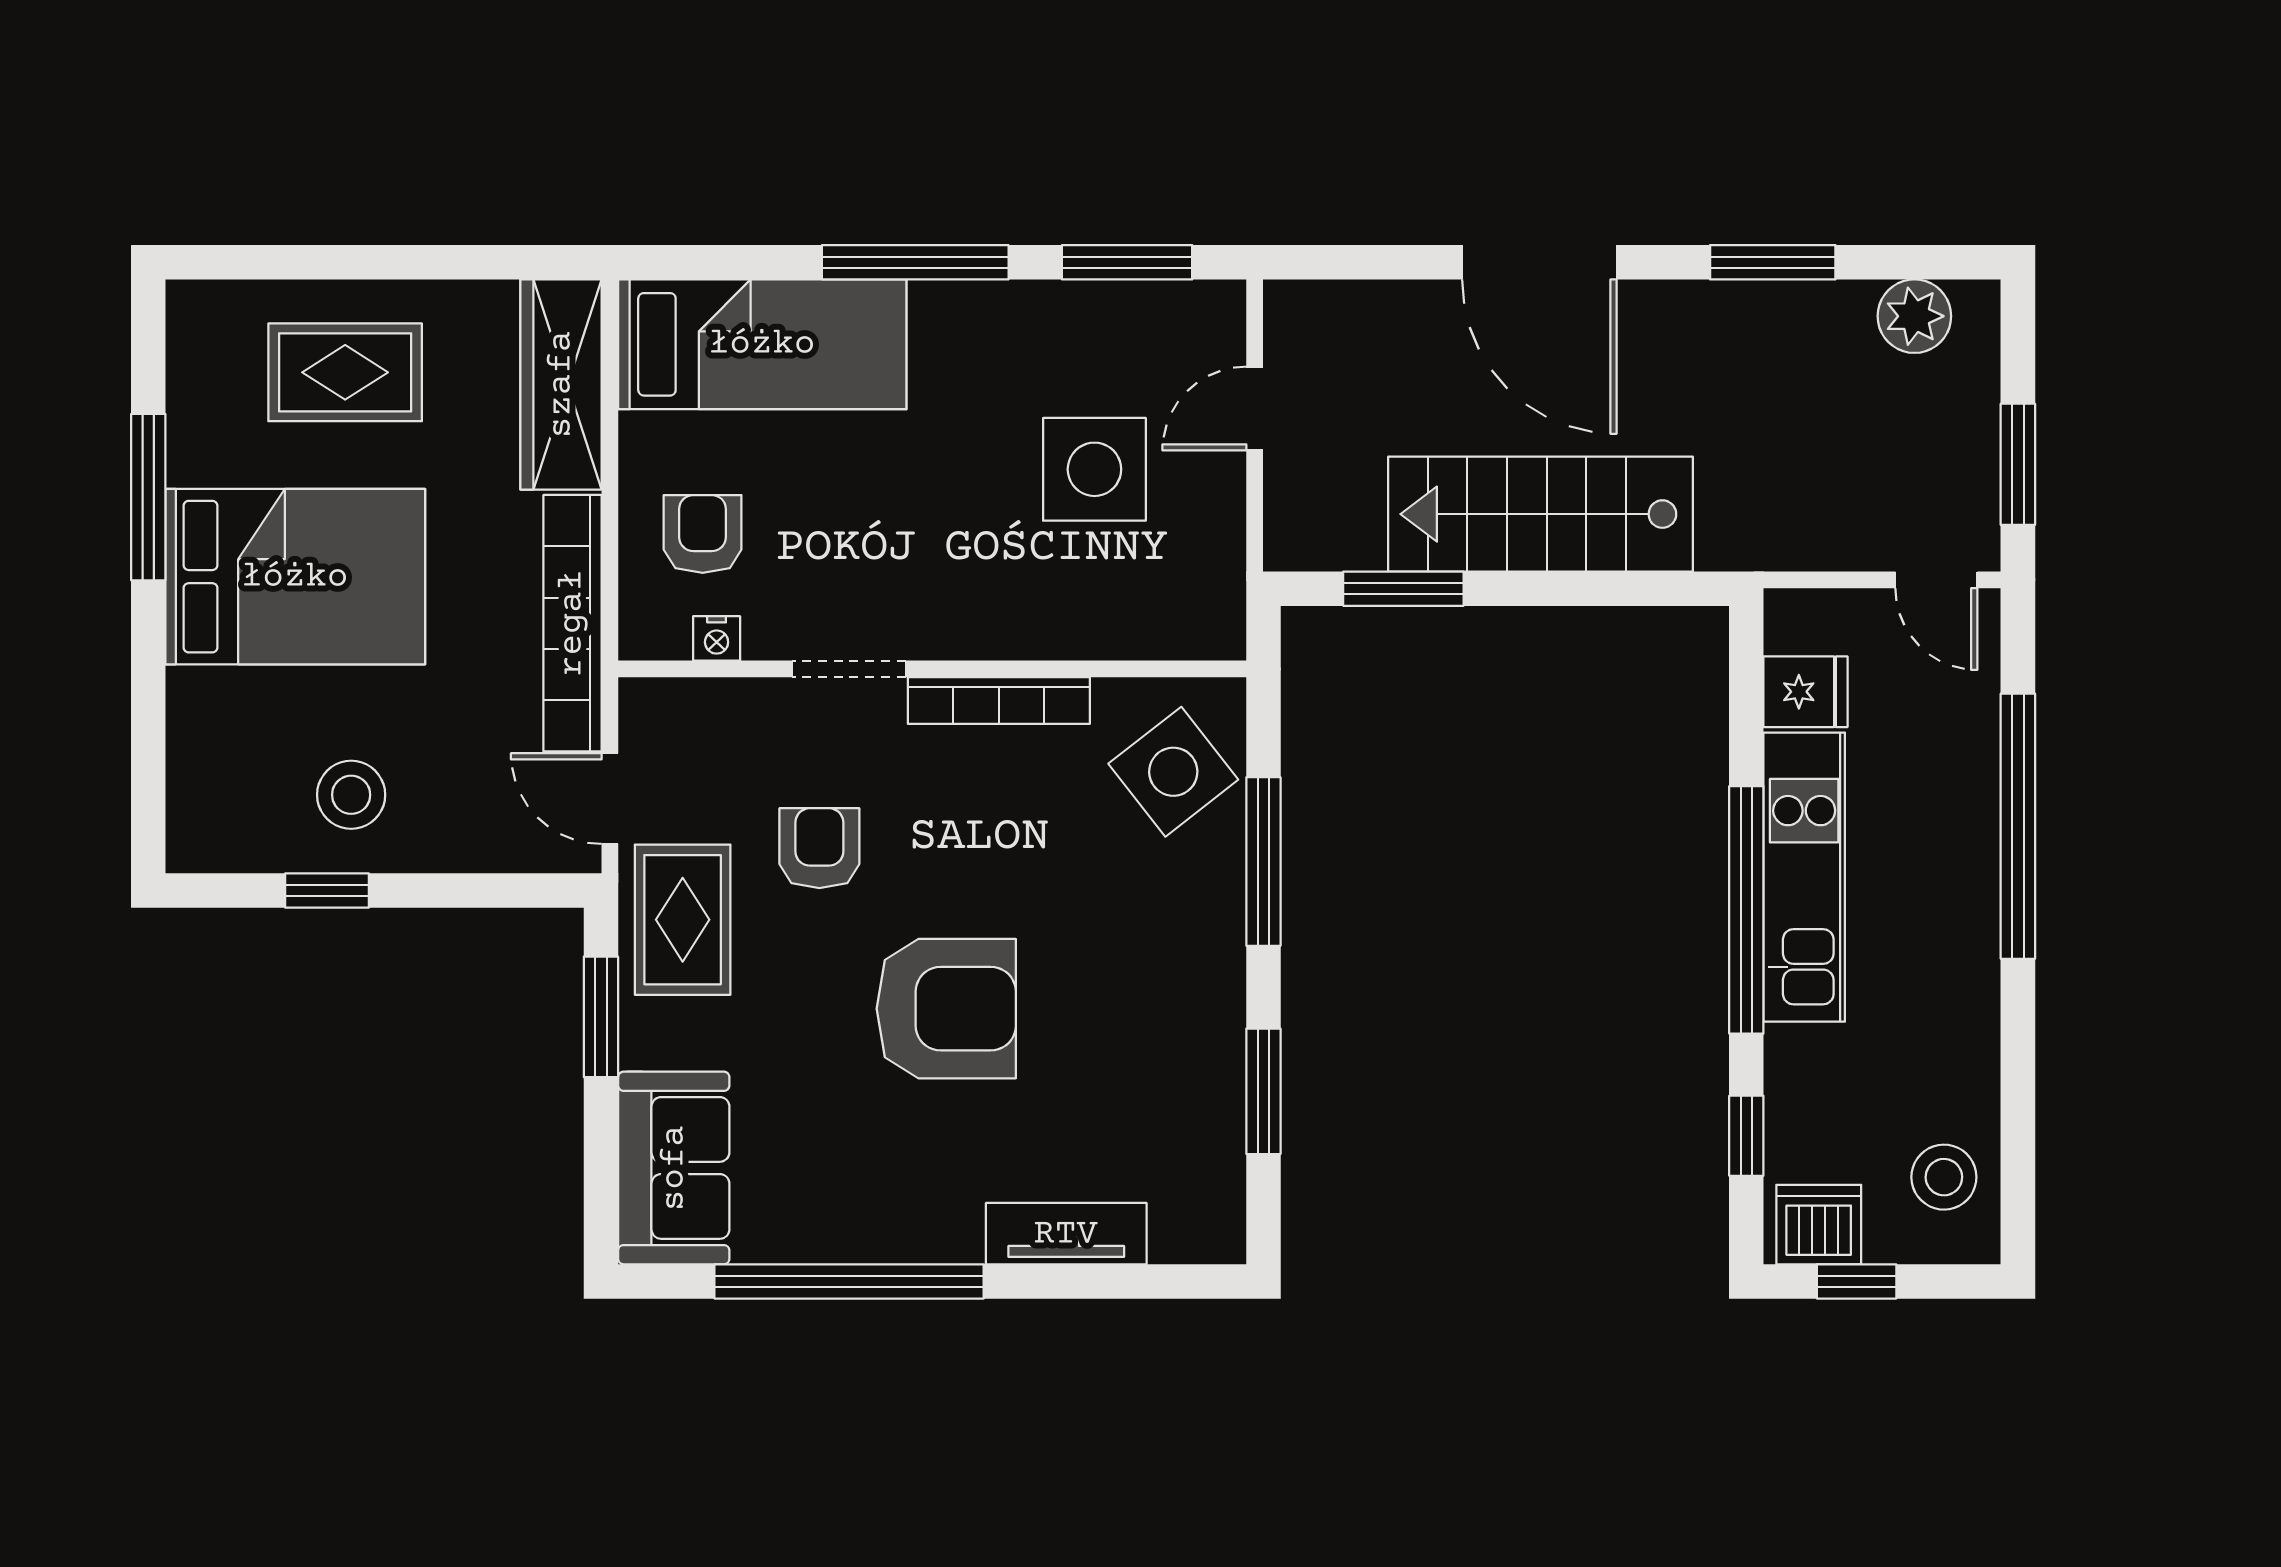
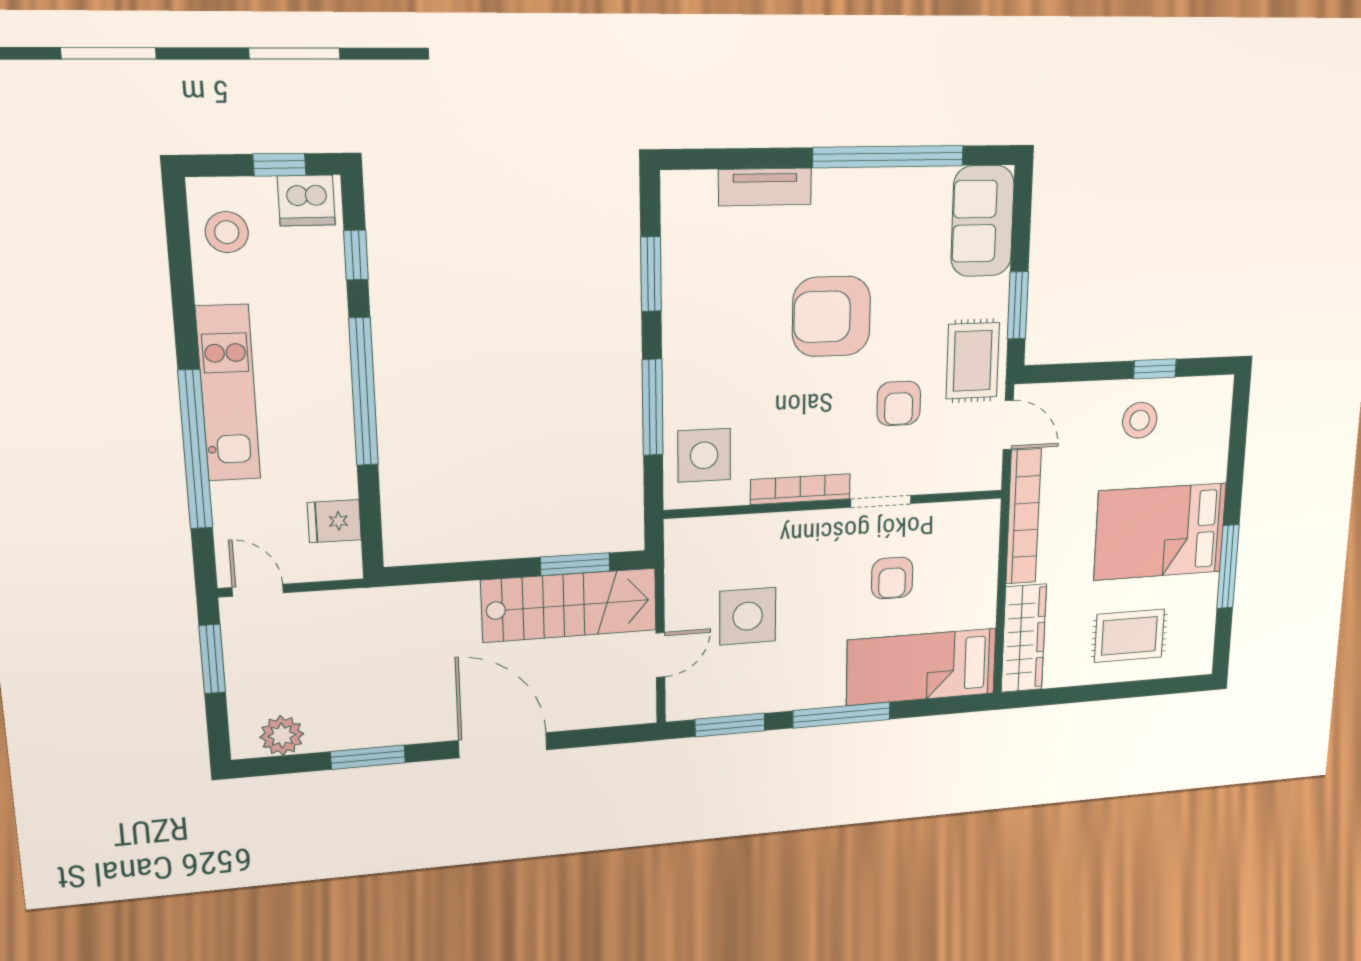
stairs: (1541, 514) -> (569, 605), moved
armchair: (703, 534) -> (892, 578), moved
nightstand: (717, 638) -> (950, 513), removed
side table: (1173, 772) -> (704, 455), turned 38
kitchen unit: (1804, 877) -> (228, 393), moved, turned 180

